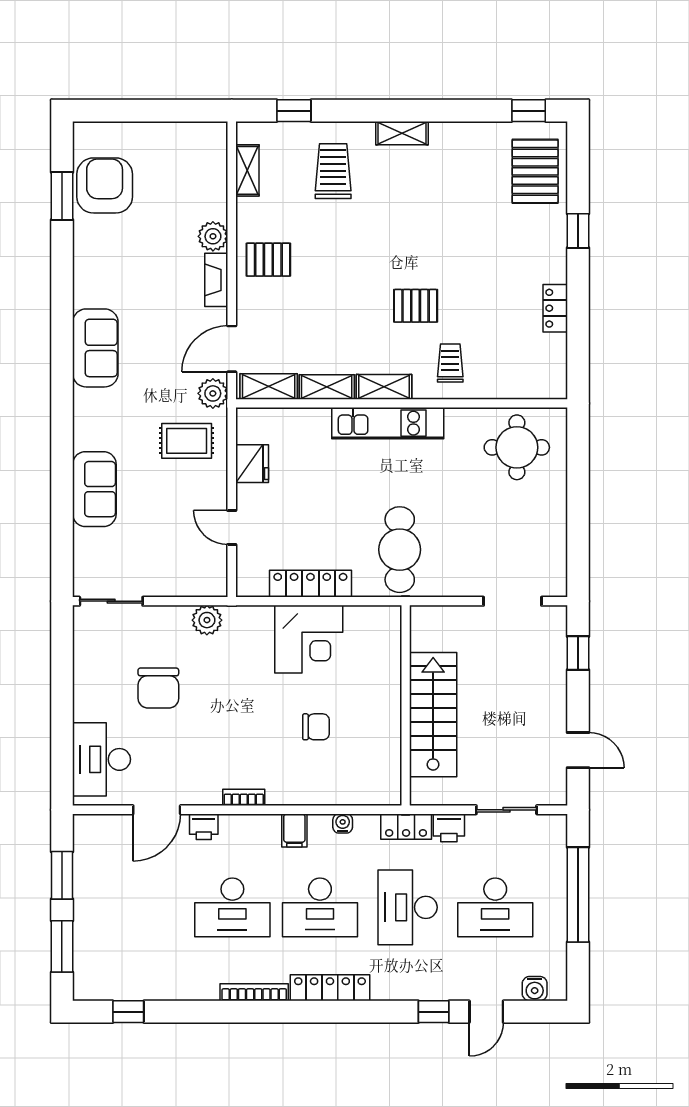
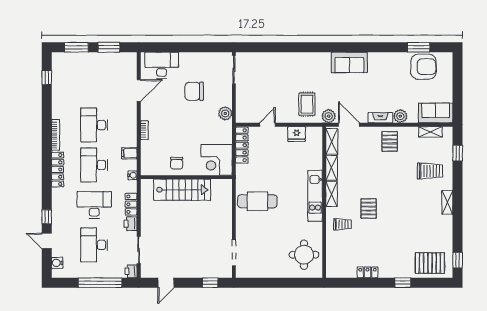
sofa: (94, 489) -> (436, 113), moved, turned 180
locker: (310, 584) -> (242, 145), moved
wall: (406, 705) -> (186, 177), moved
stairs: (433, 715) -> (182, 190), moved
door: (157, 810) -> (139, 90), swing flipped
printer: (204, 827) -> (131, 271), moved

